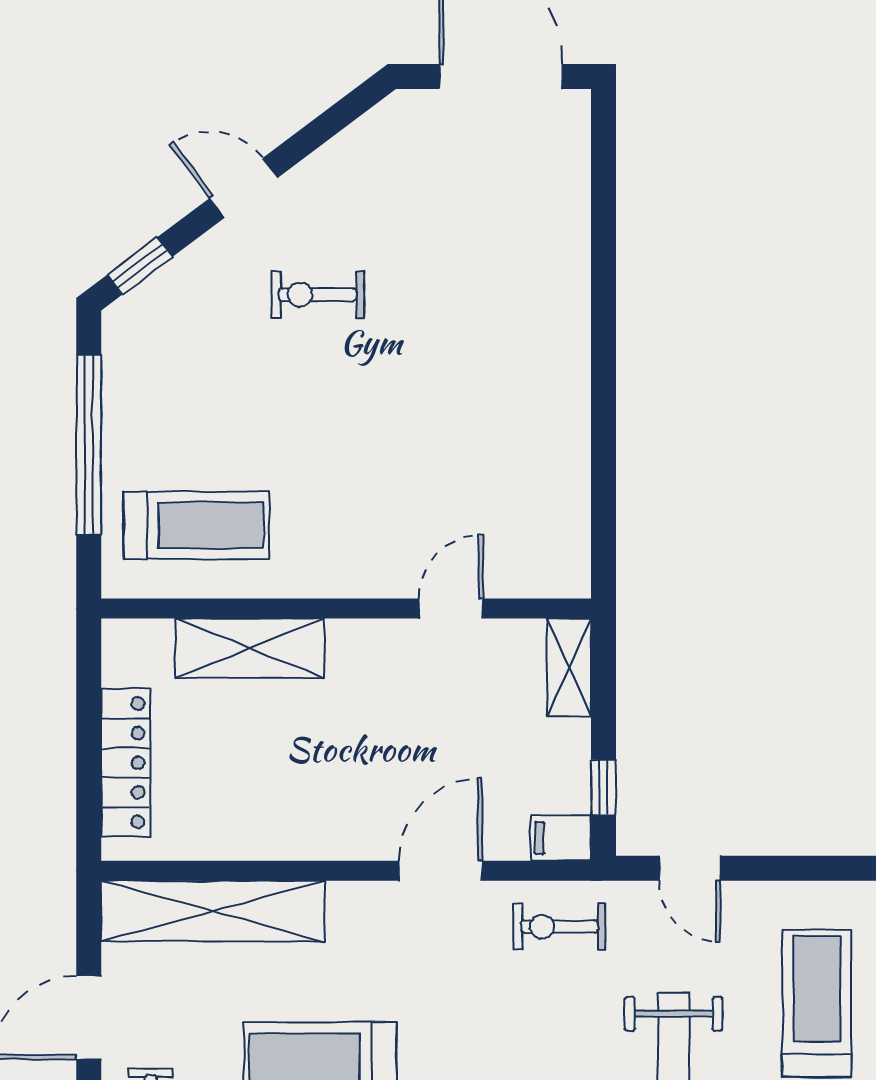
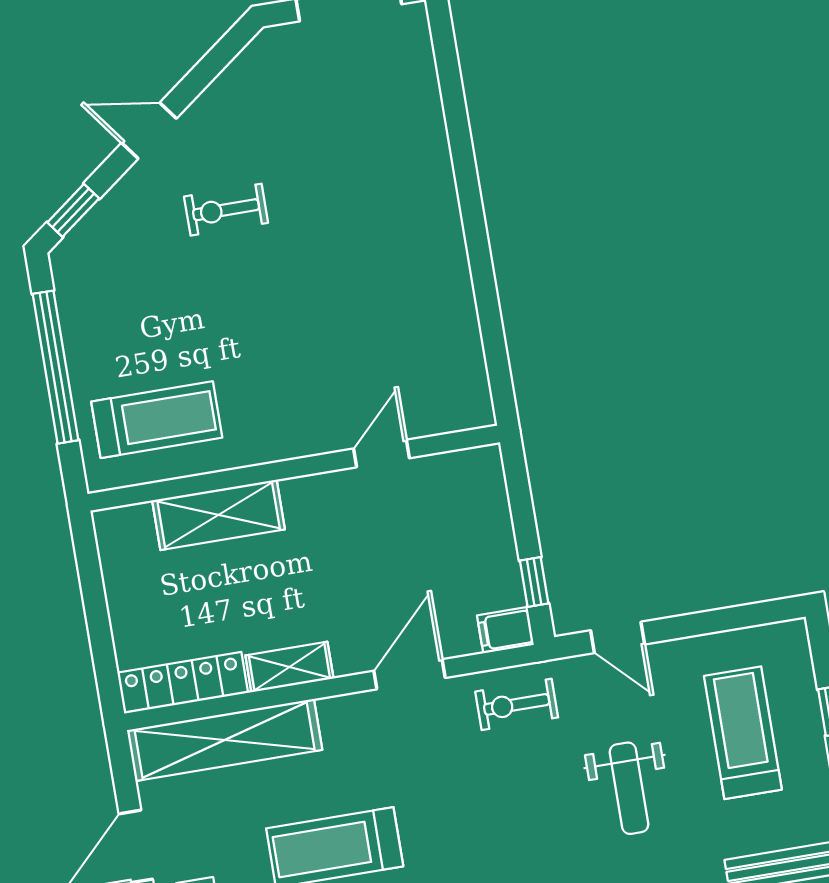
shelving: (569, 667) -> (289, 667), moved, turned 90
locker: (126, 763) -> (183, 683), moved, turned -90

